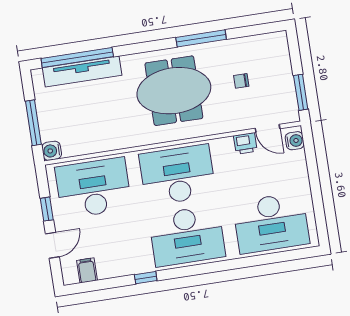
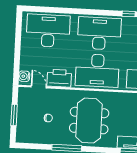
meeting table: (174, 91) -> (89, 121), turned 90
window: (301, 92) -> (14, 115), moved
printer: (245, 143) -> (59, 78), width x1.87, depth x1.48

